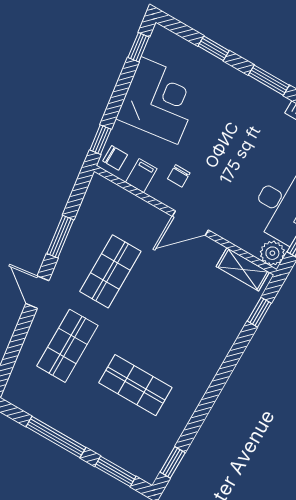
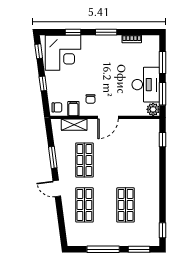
corner desk: (159, 101) -> (63, 53), moved, turned 98
window: (100, 140) -> (43, 83), moved
shelving: (243, 269) -> (74, 125), moved
shop shelf: (135, 385) -> (126, 205), turned 90

